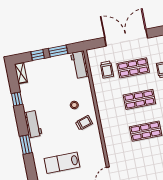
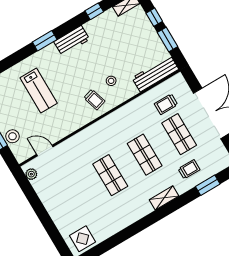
workbench: (80, 65) -> (155, 73), width x1.38
lab bench: (62, 163) -> (39, 91), turned 180

